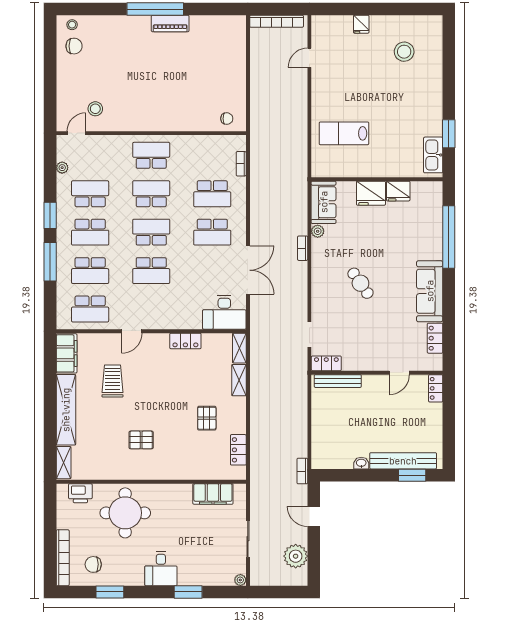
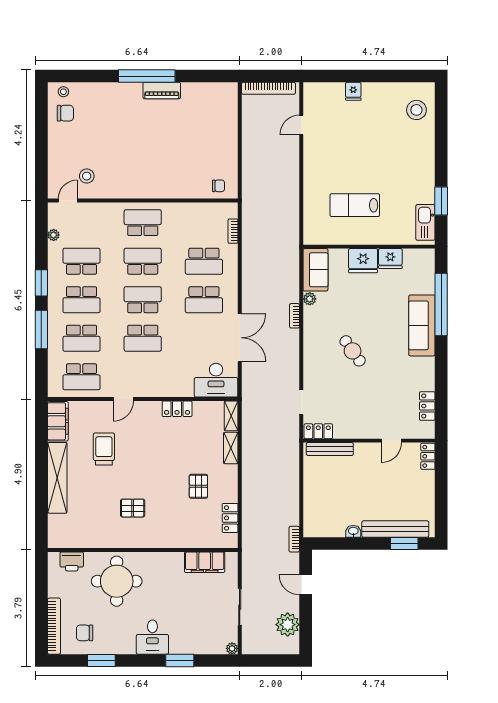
stool: (404, 52) -> (416, 110), moved
lab bench: (344, 133) -> (355, 205), moved
sofa: (430, 291) -> (422, 325), moved
shelving: (64, 463) -> (55, 531), removed

